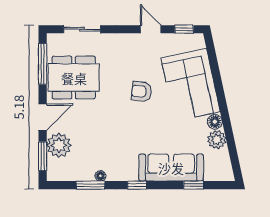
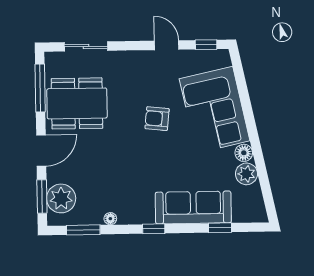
plant: (59, 145) -> (61, 198), moved
window: (91, 185) -> (83, 230), moved

